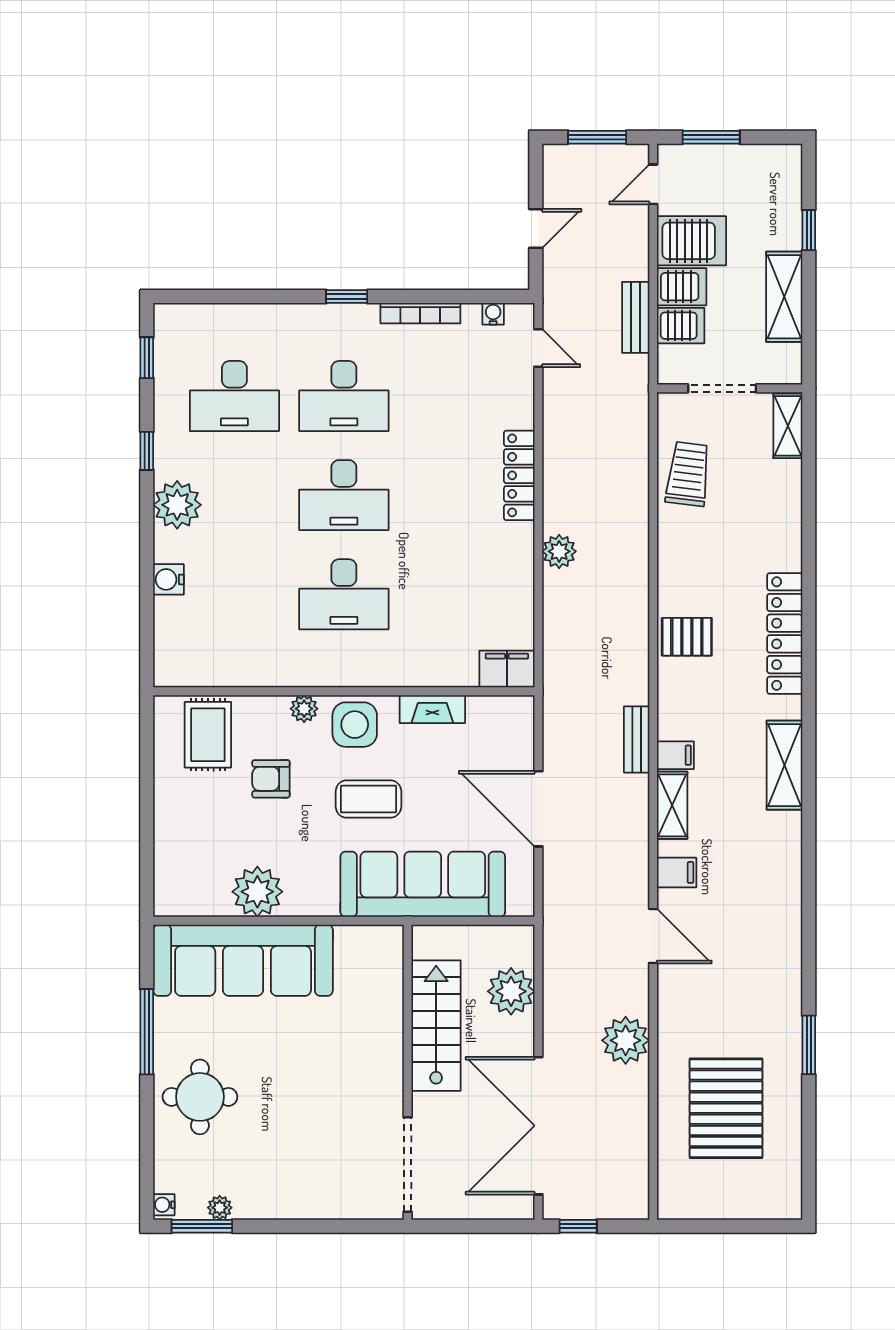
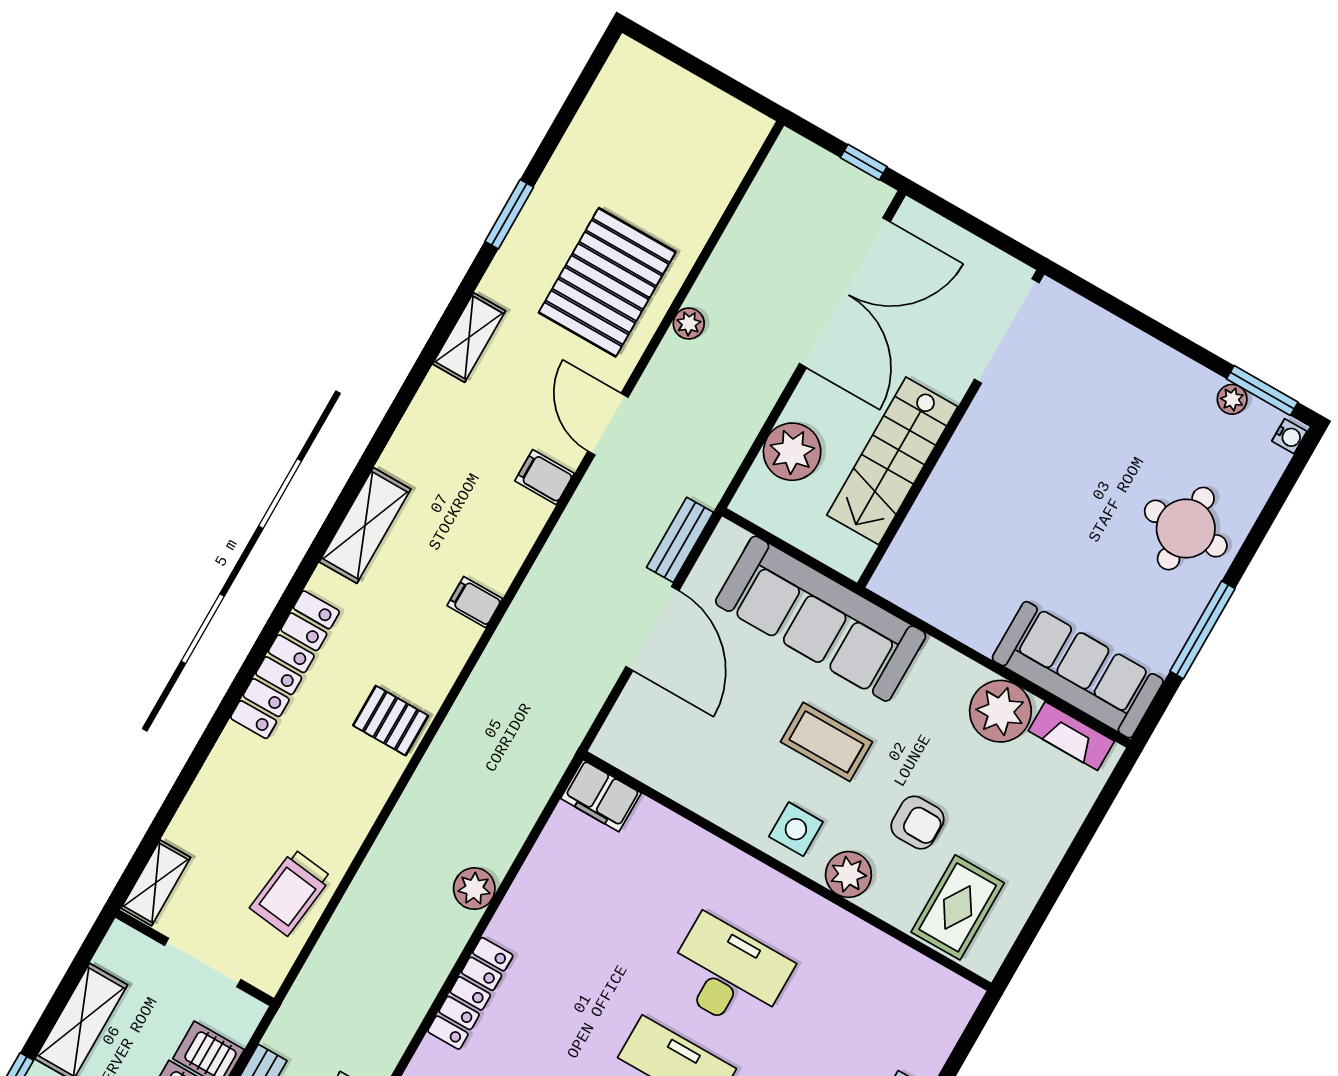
plant: (304, 709) -> (848, 874), width x1.38, depth x1.38
fireplace: (432, 709) -> (1071, 736), moved, turned 180
side table: (355, 725) -> (796, 829), width x0.73, depth x0.73
bench: (637, 739) -> (680, 540), moved
shelving: (672, 805) -> (469, 337), moved
sofa: (243, 960) -> (1078, 670), width x0.74, depth x0.79
plant: (626, 1040) -> (689, 324), width x0.53, depth x0.53
pallet: (726, 1108) -> (607, 282), moved

